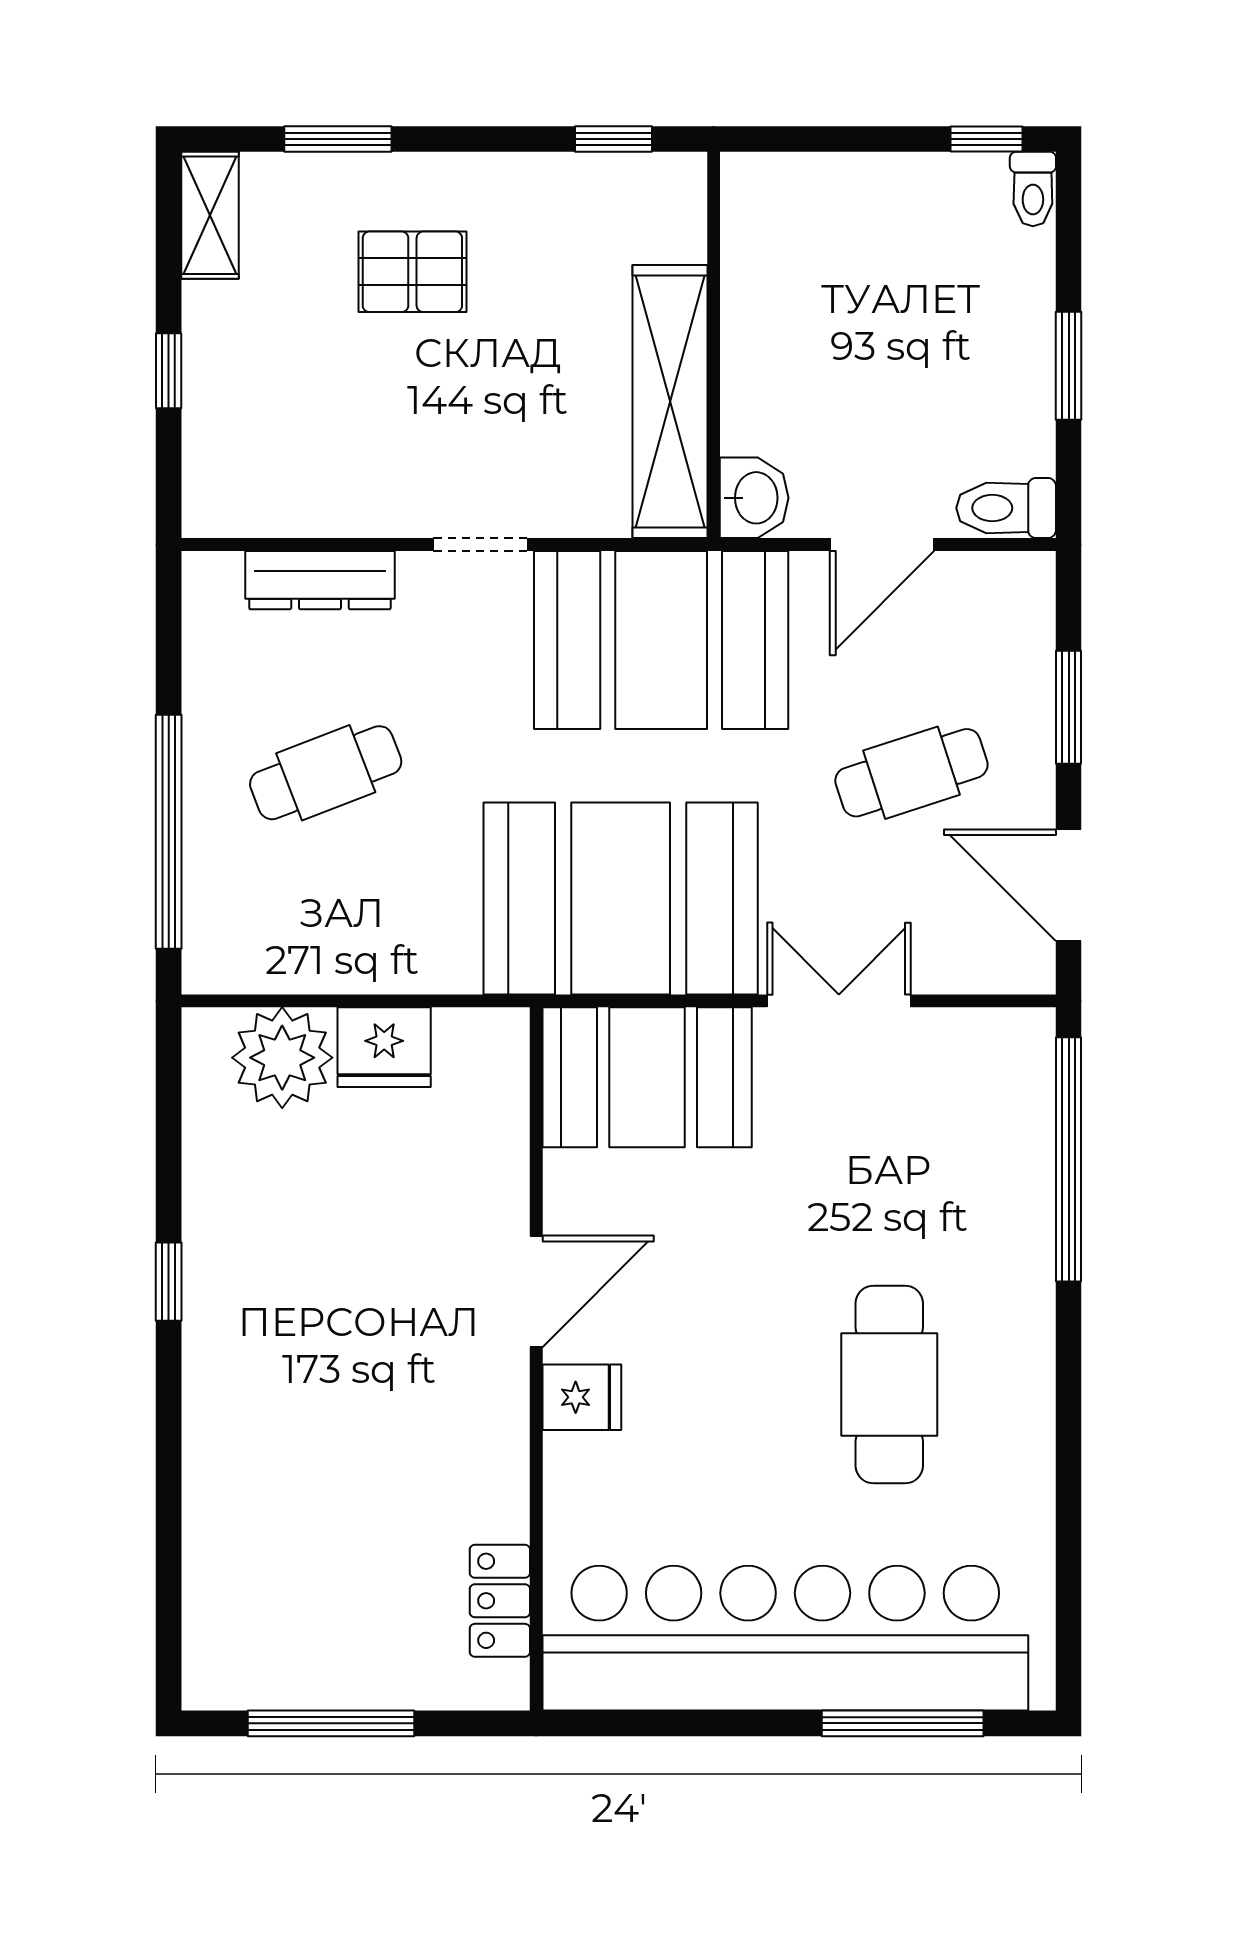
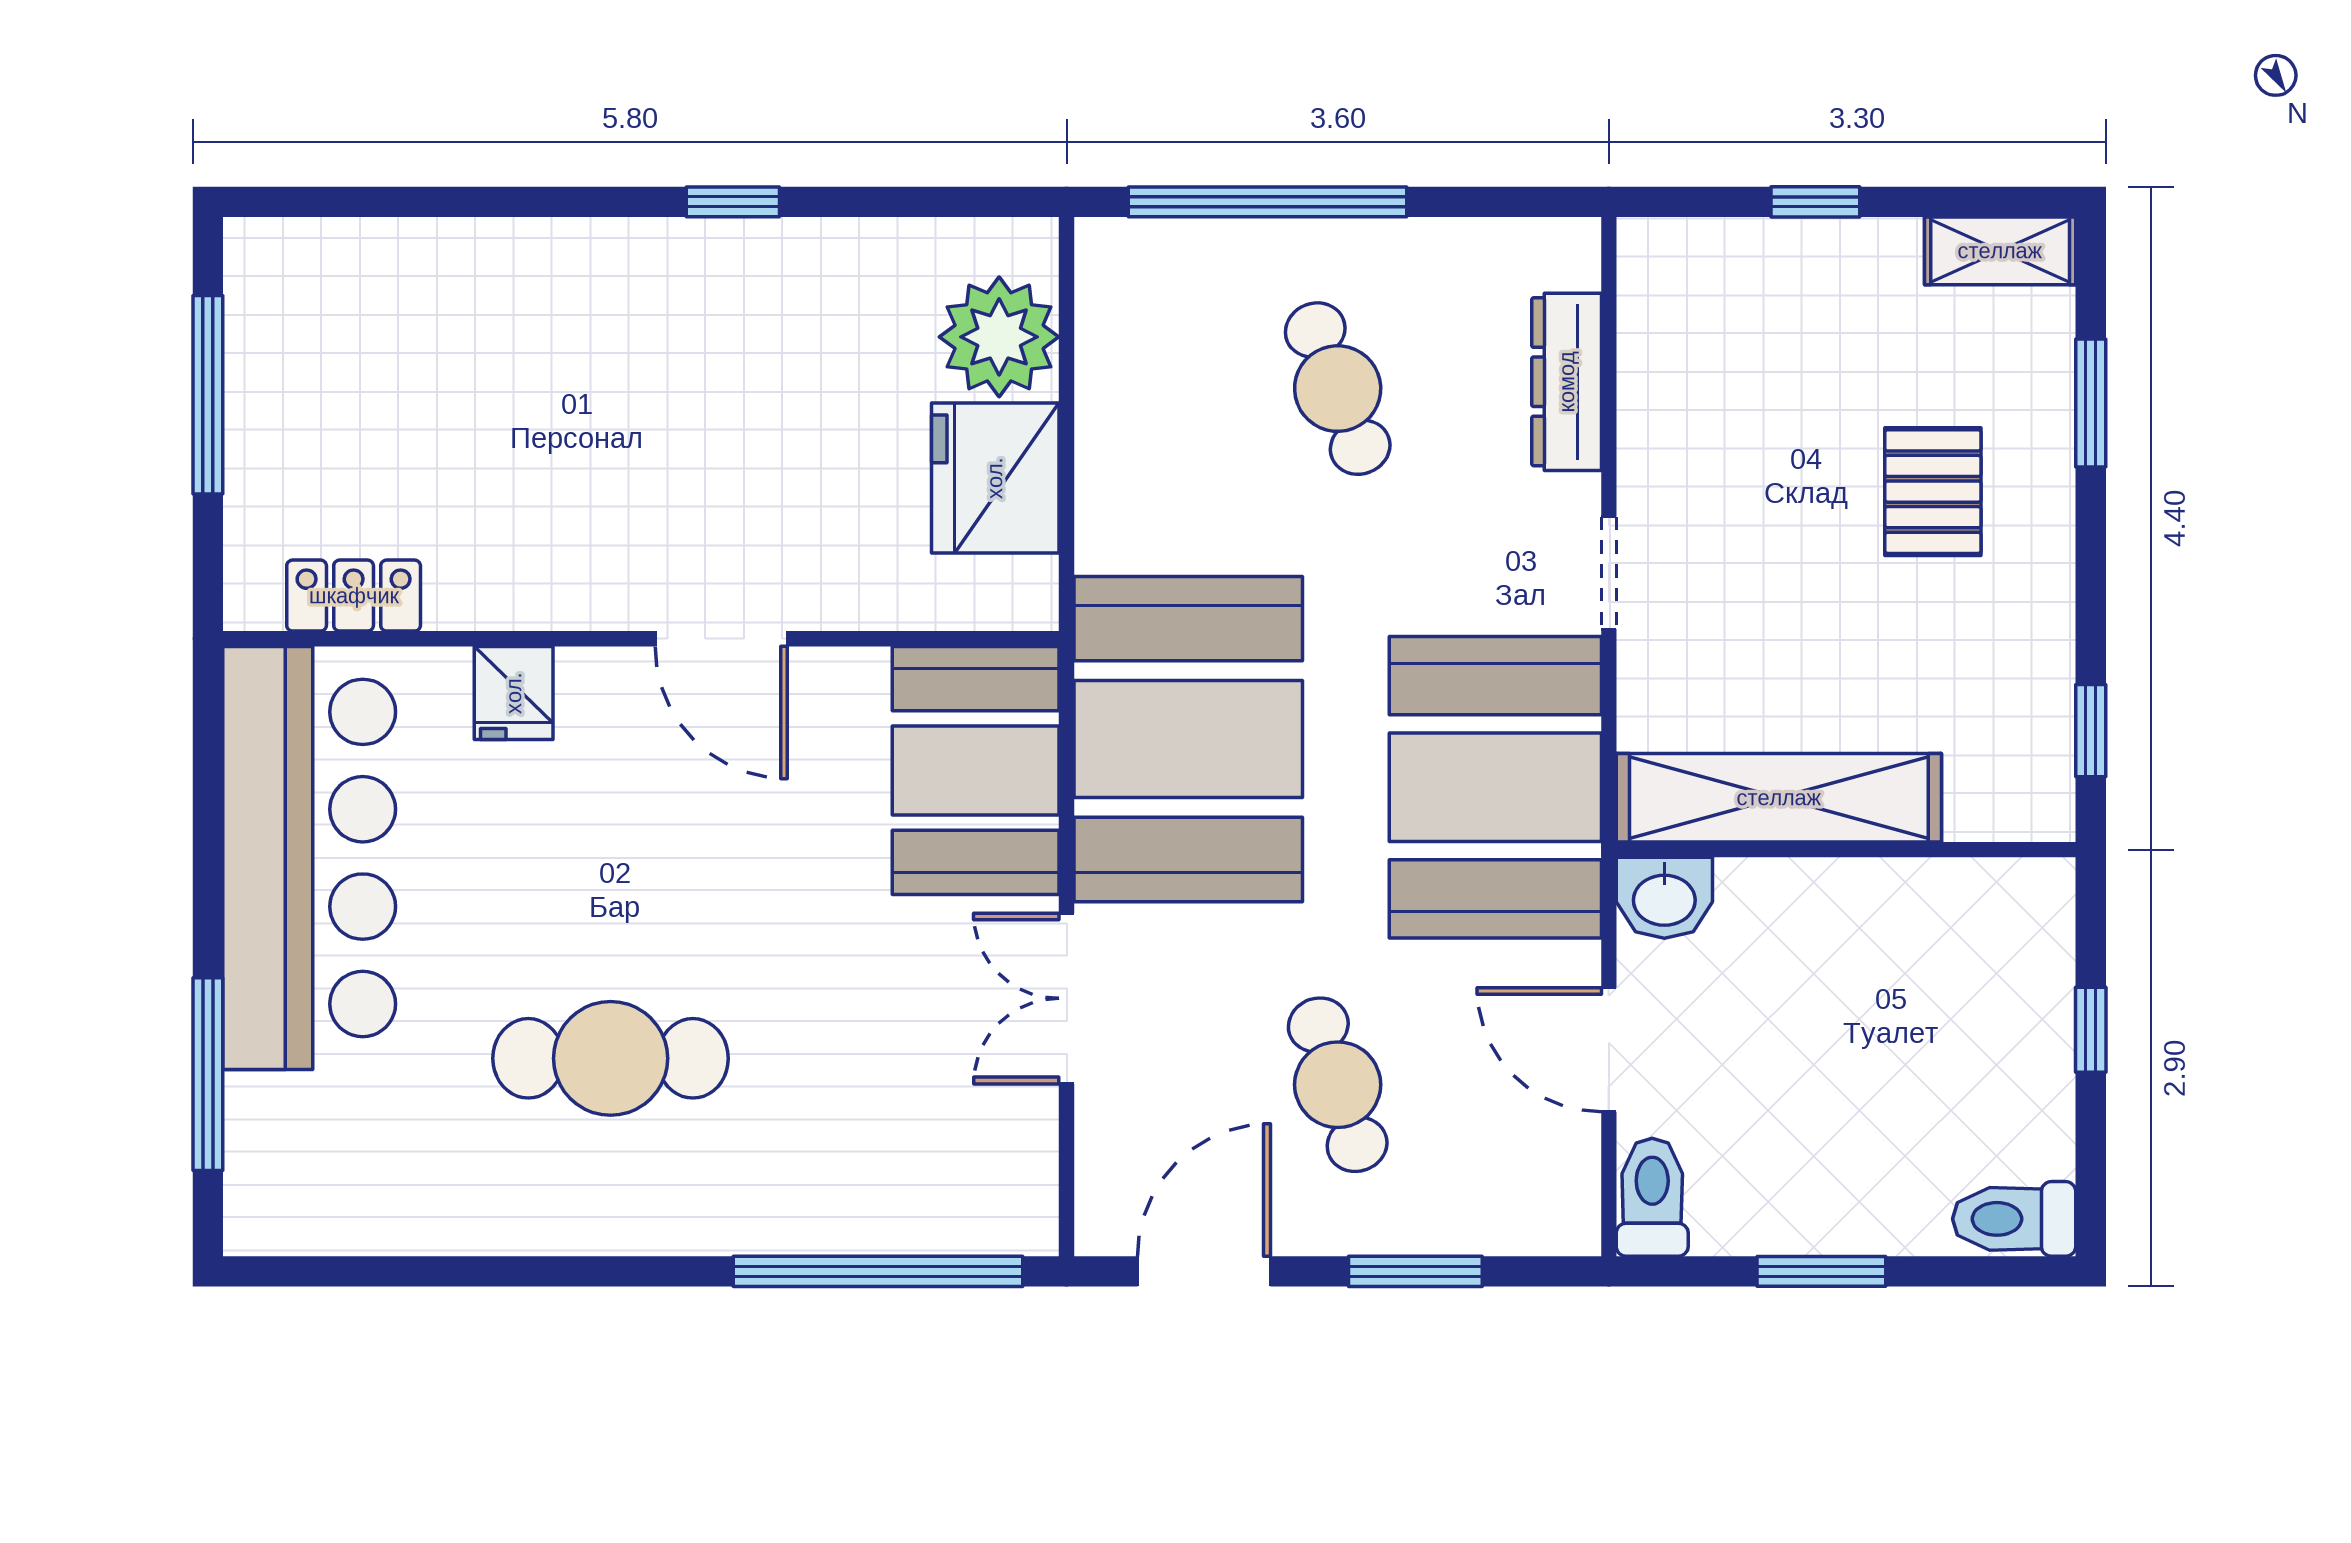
window: (987, 139) -> (2091, 1030), moved
toilet: (1033, 189) -> (2014, 1219), width x1.37, depth x1.39
double door: (839, 1001) -> (1067, 998), swing flipped
fridge: (384, 1047) -> (995, 478), width x1.36, depth x1.34
fridge: (582, 1397) -> (514, 693), moved
bar counter: (785, 1638) -> (309, 858), width x0.73

